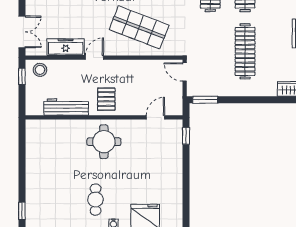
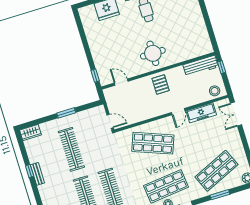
window: (22, 76) -> (222, 67), moved
window: (205, 100) -> (66, 113), moved
workbench: (66, 107) -> (201, 66), moved
door: (155, 117) -> (121, 82), swing flipped

